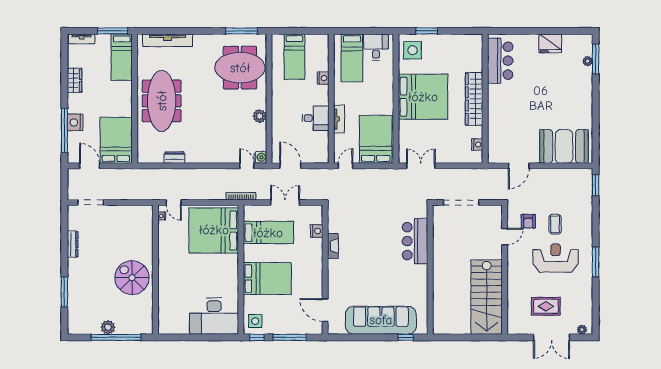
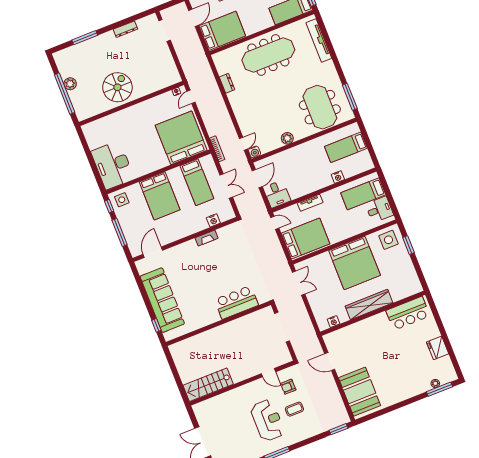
desk: (315, 118) -> (277, 194), moved
stairs: (487, 297) -> (208, 385), width x0.73, depth x0.66
rug: (546, 306) -> (226, 428), removed

